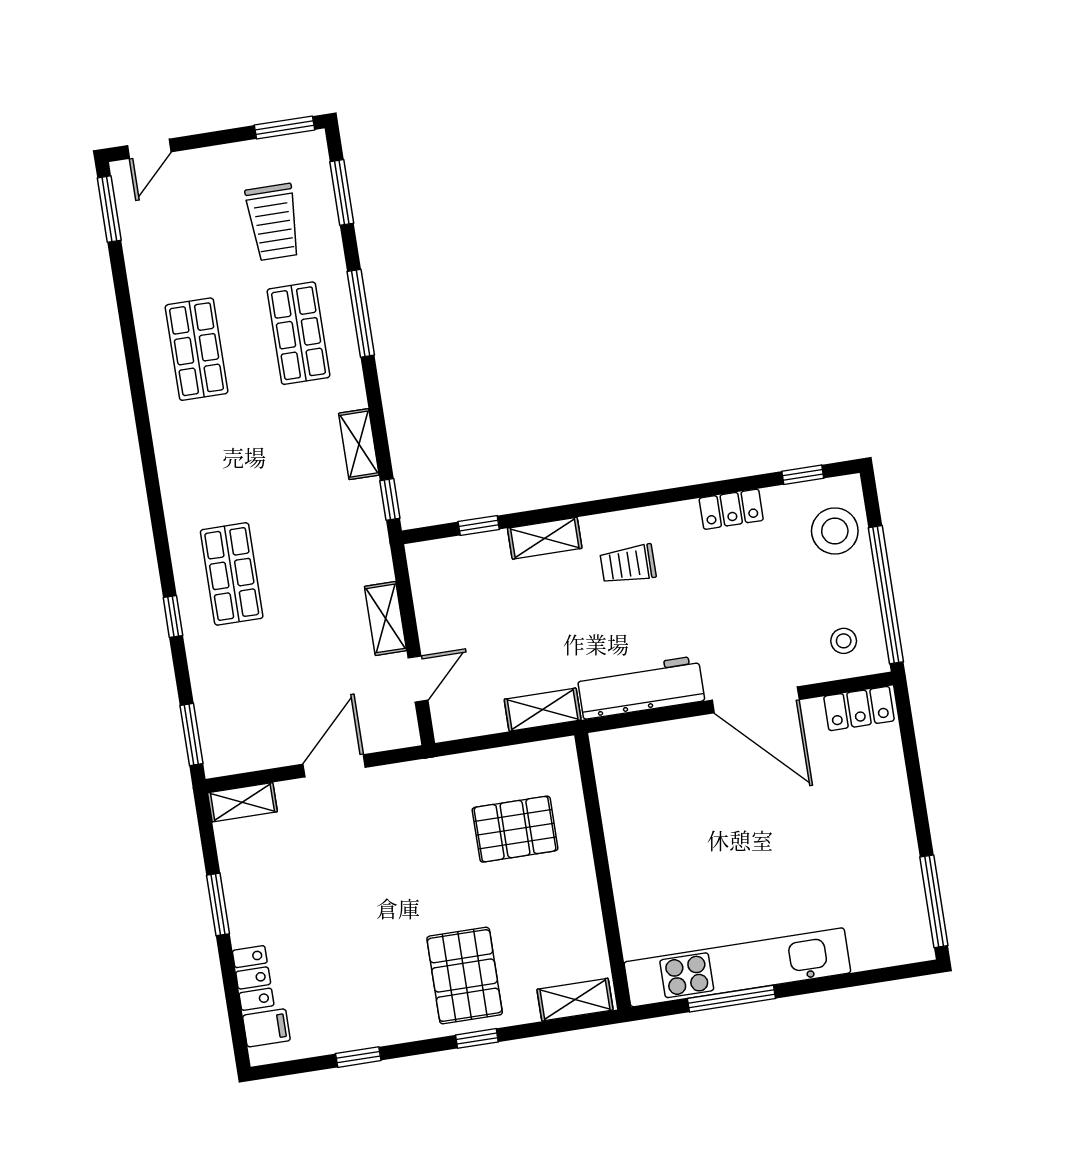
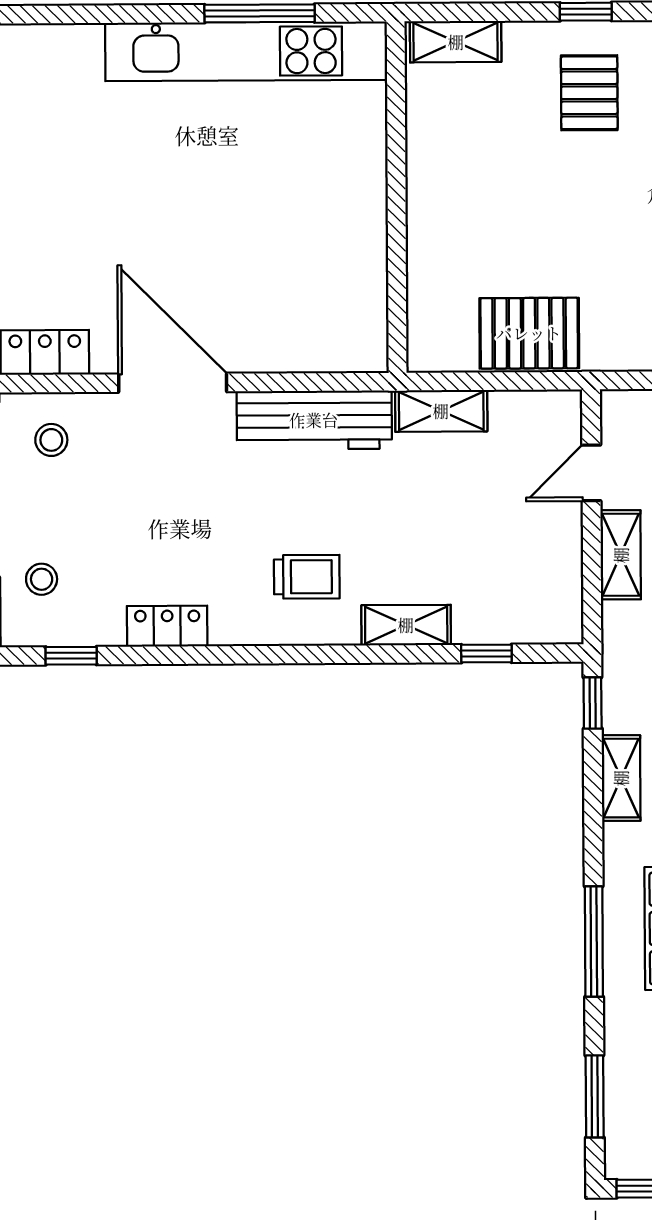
stool: (835, 531) -> (42, 579), width x0.53, depth x0.53
pallet: (515, 829) -> (529, 333), moved
pallet: (465, 976) -> (589, 93), width x0.67, depth x0.71

